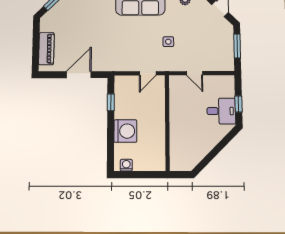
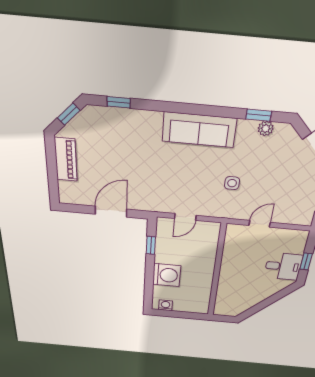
piano: (46, 49) -> (66, 160), moved
door: (148, 73) -> (185, 217), moved
door: (195, 73) -> (260, 224), swing flipped

